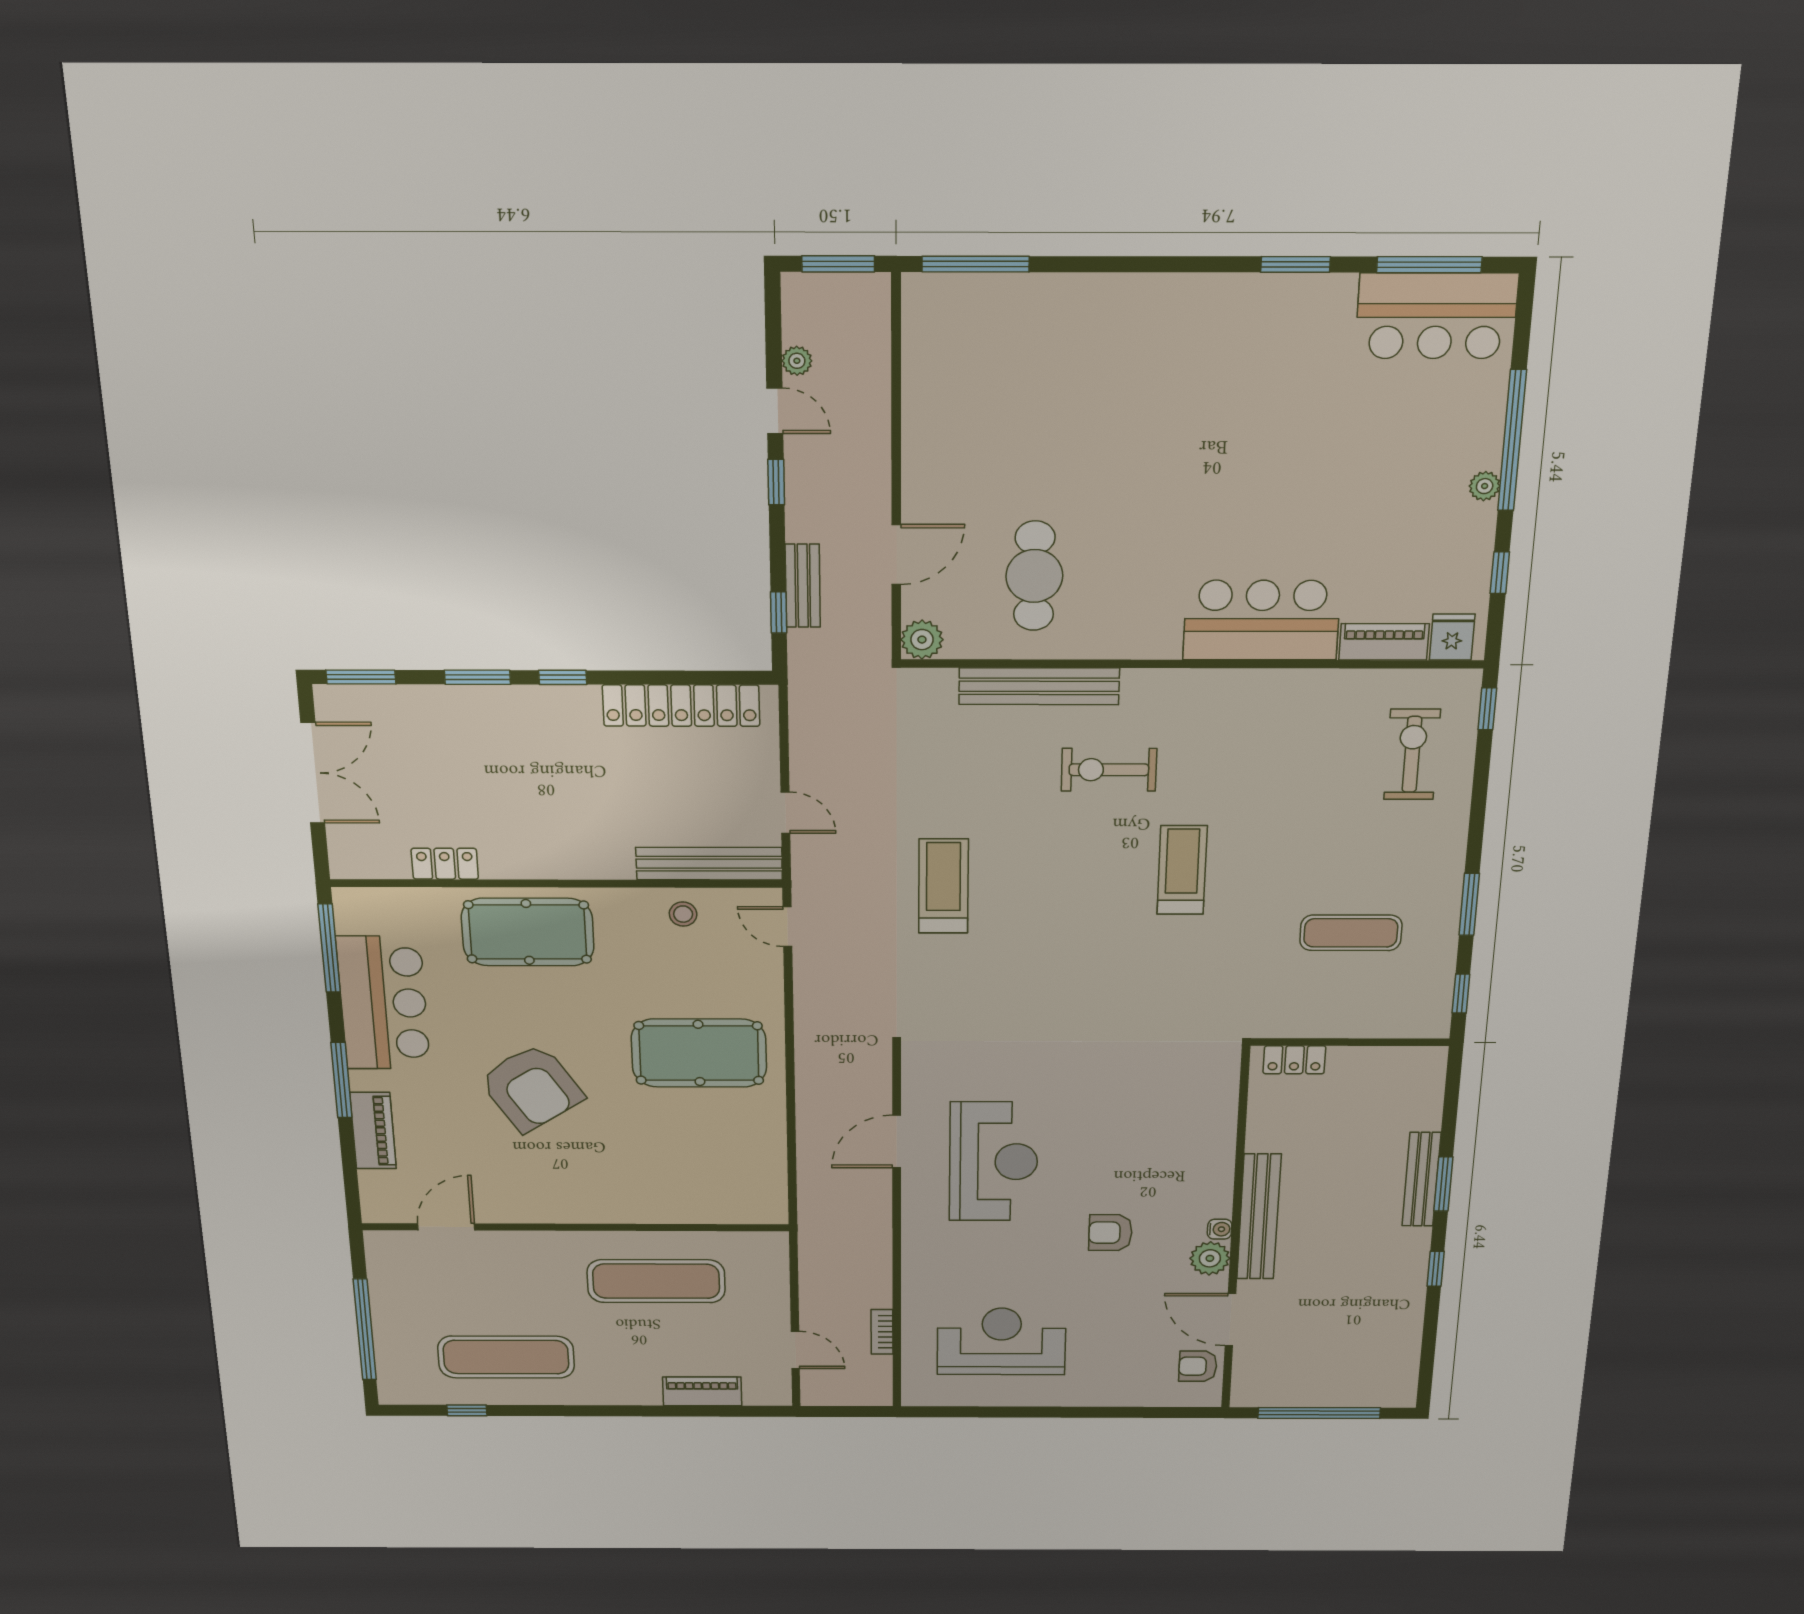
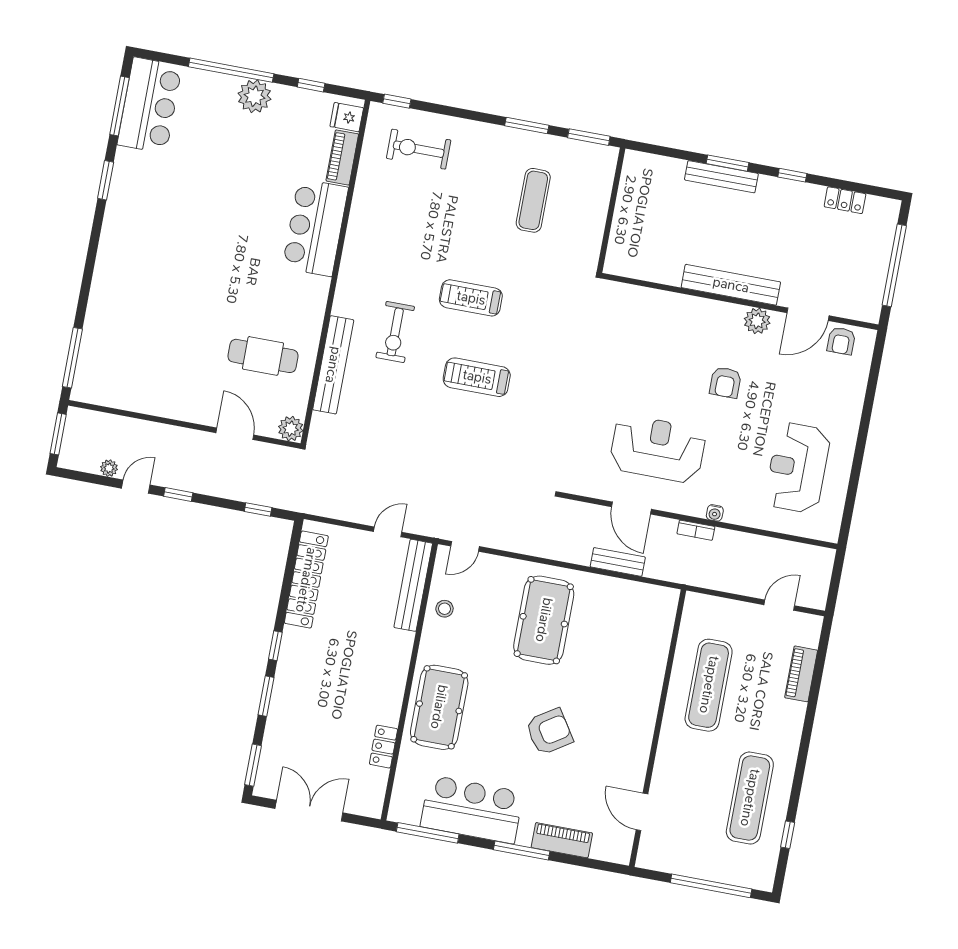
plant: (1485, 486) -> (254, 96), width x1.88, depth x1.88
bench: (803, 586) -> (618, 562), moved
treadmill: (943, 886) -> (477, 377), moved
window: (1461, 994) -> (589, 137), width x1.50
locker: (1294, 1060) -> (845, 200), moved, turned 90
armchair: (531, 1088) -> (549, 732), width x0.73, depth x0.73
water cooler: (1220, 1229) -> (715, 513), moved, turned 180
bookcase: (882, 1332) -> (696, 530), moved

